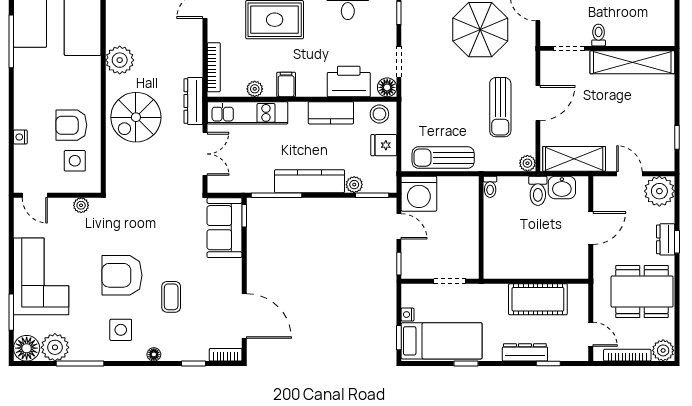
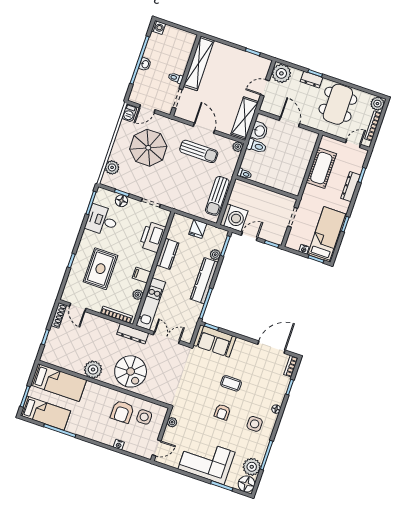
floor lamp: (387, 87) -> (121, 201), moved
stool: (379, 114) -> (178, 225), removed
armchair: (122, 275) -> (222, 412), width x0.53, depth x0.53
coffee table: (171, 297) -> (231, 383), moved

